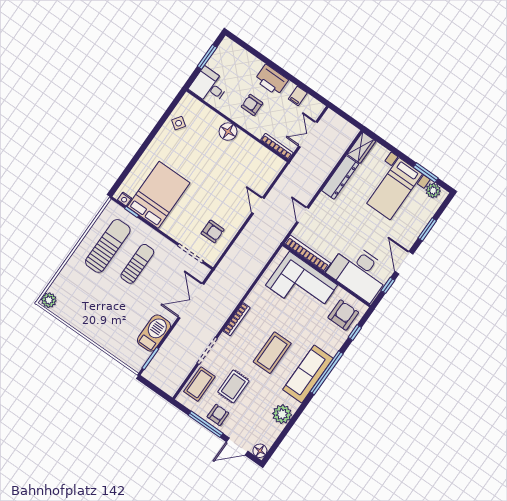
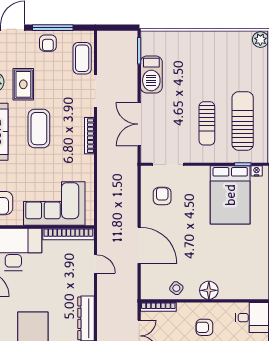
armchair: (252, 105) -> (204, 327), turned 180
side table: (179, 123) -> (176, 288), moved
door: (258, 206) -> (139, 245), width x1.87
armchair: (213, 231) -> (162, 196), turned 90
sun lounger: (108, 246) -> (243, 121), turned 180
double door: (191, 301) -> (139, 124), swing flipped
rug: (233, 386) -> (23, 84), moved

